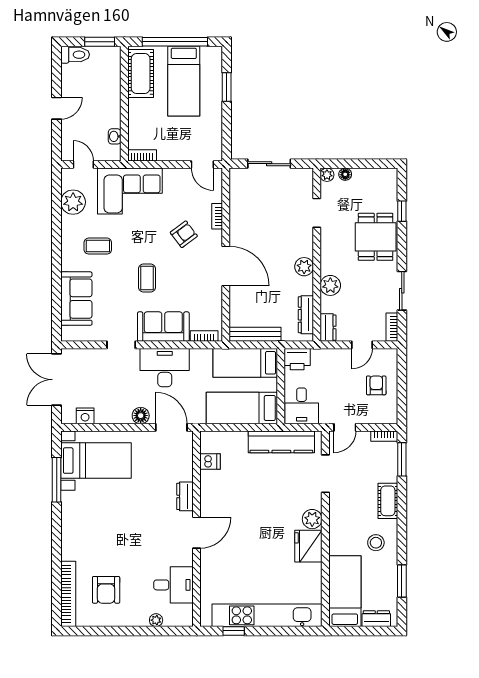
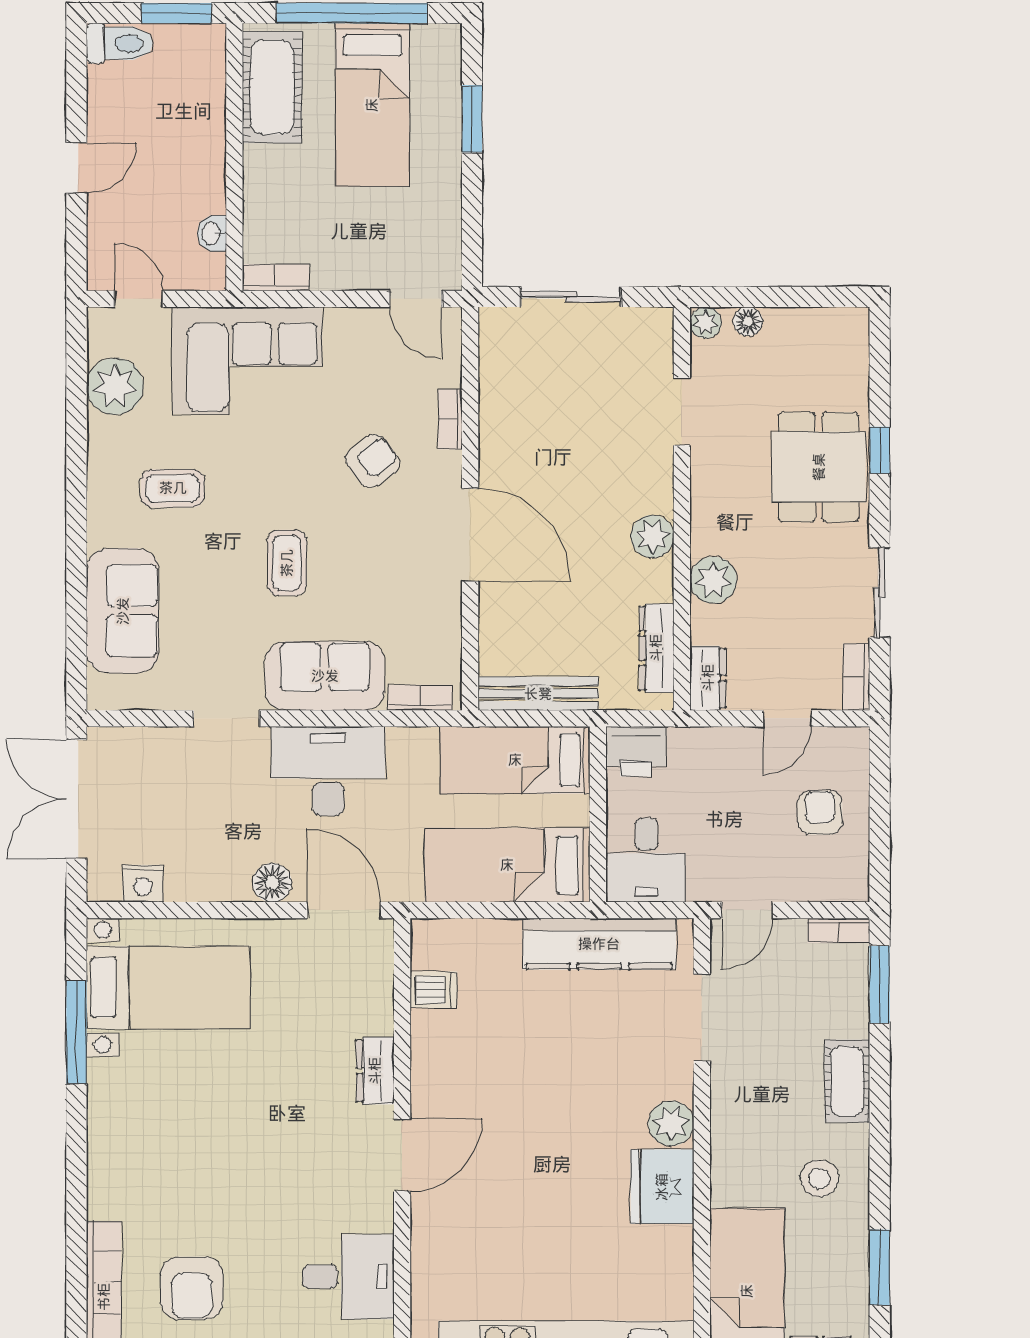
window: (402, 211) -> (880, 450), moved

